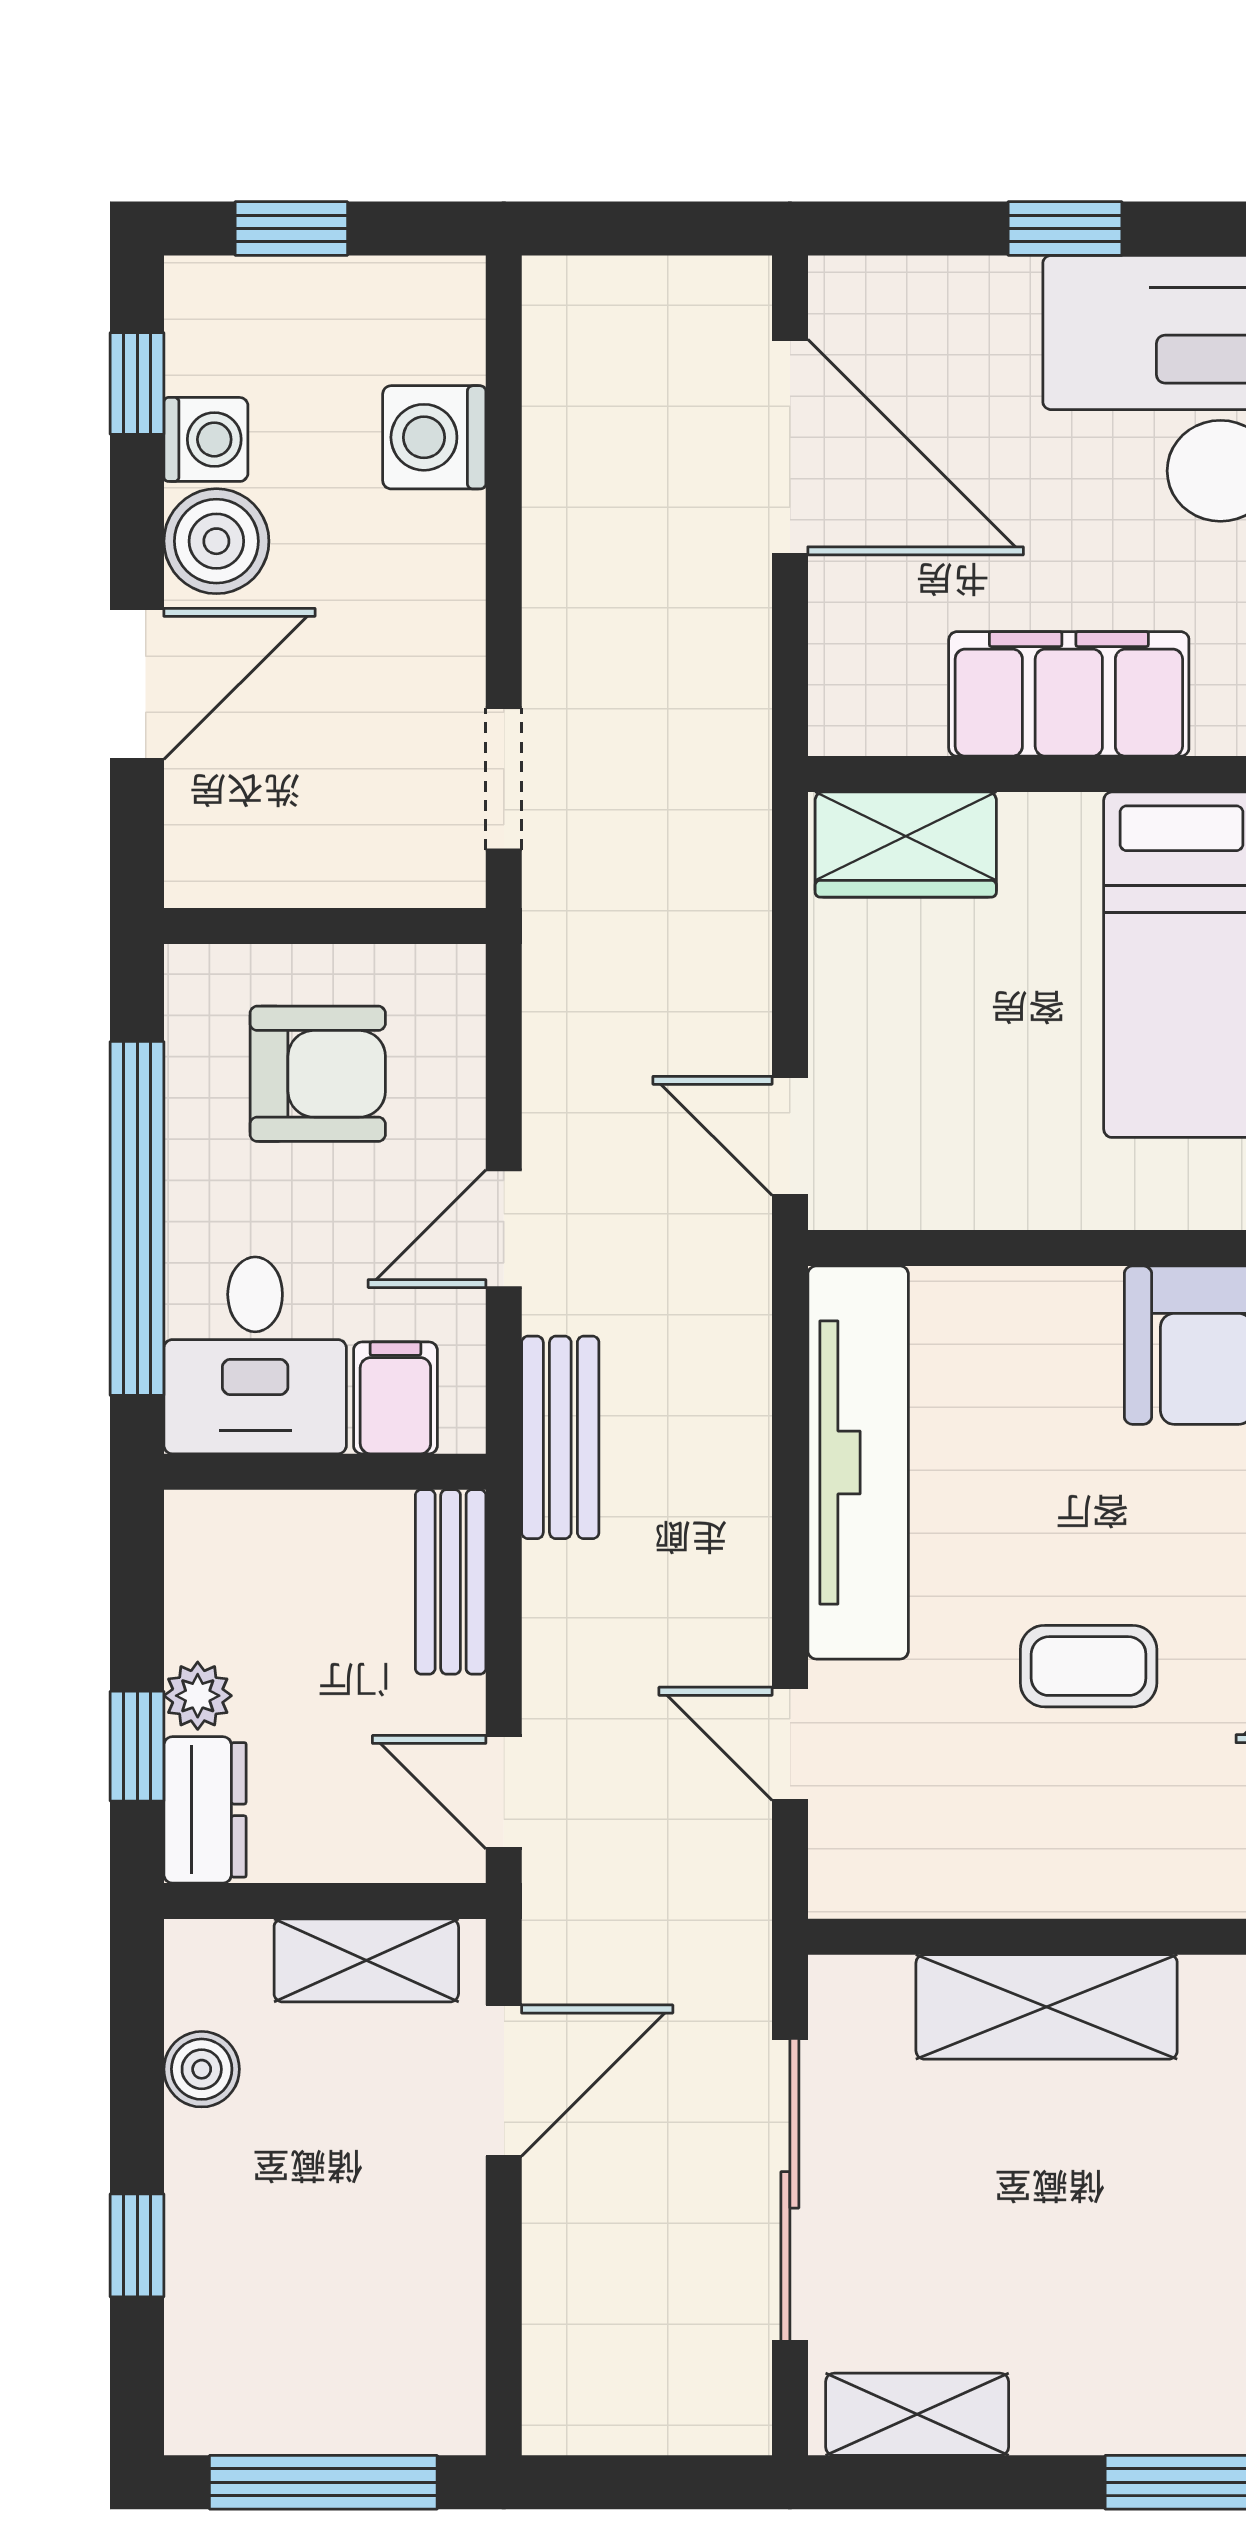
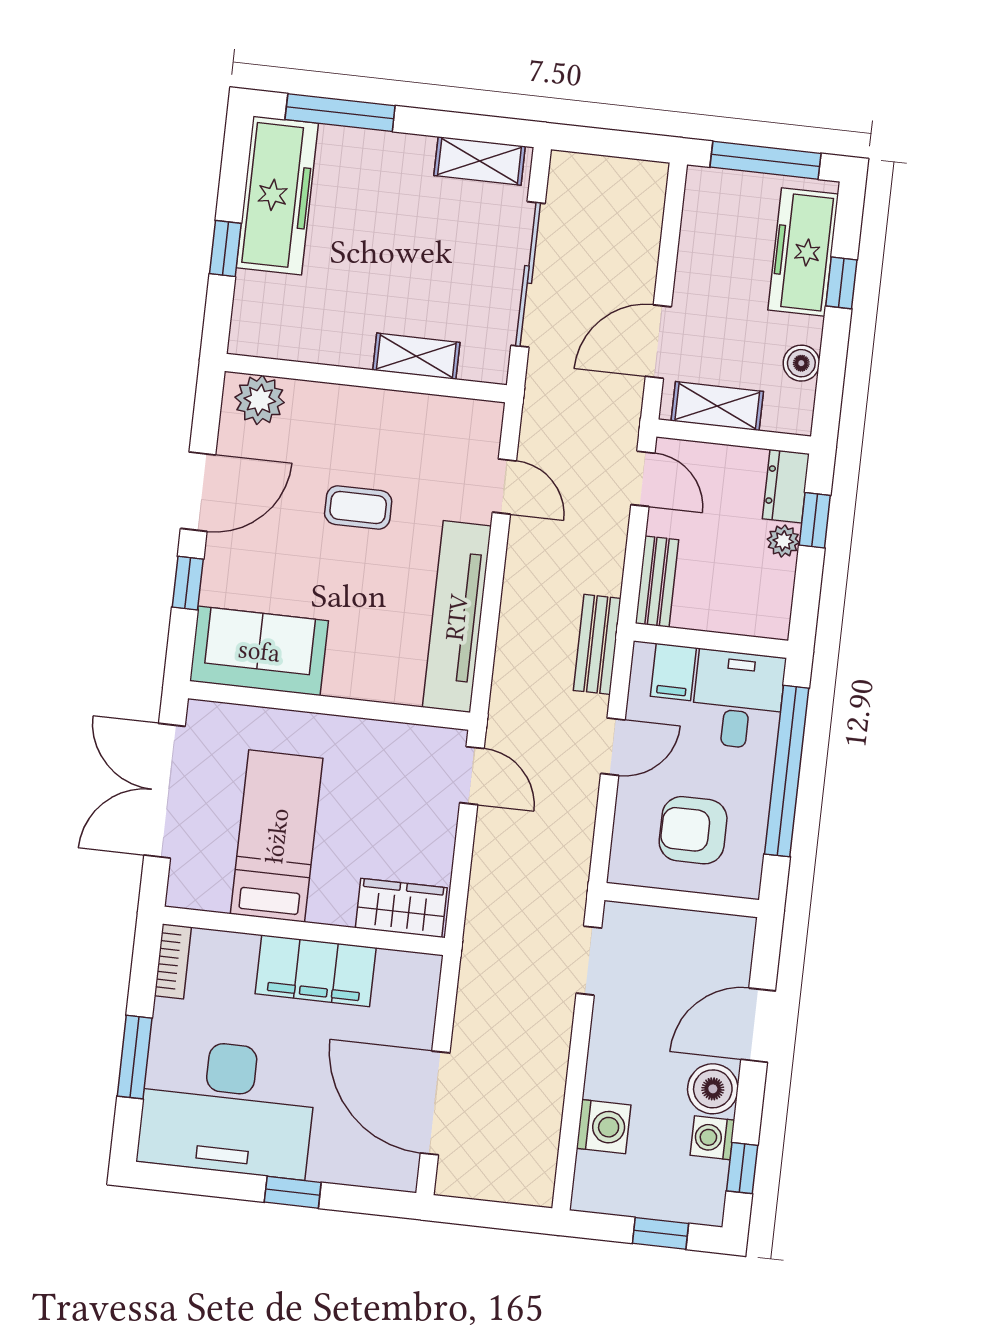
shelving: (1047, 2007) -> (416, 356), width x0.67, depth x0.75
freezer: (224, 2300) -> (803, 252), added

